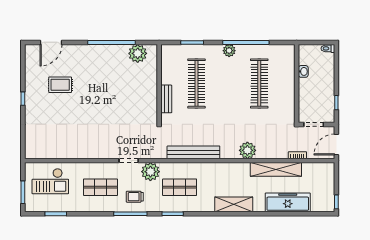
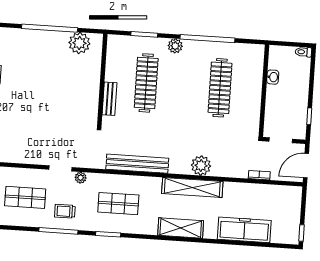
plant: (229, 51) -> (175, 46), moved
shelving: (276, 169) -> (192, 187), moved
plant: (150, 172) -> (81, 178), width x0.53, depth x0.53

